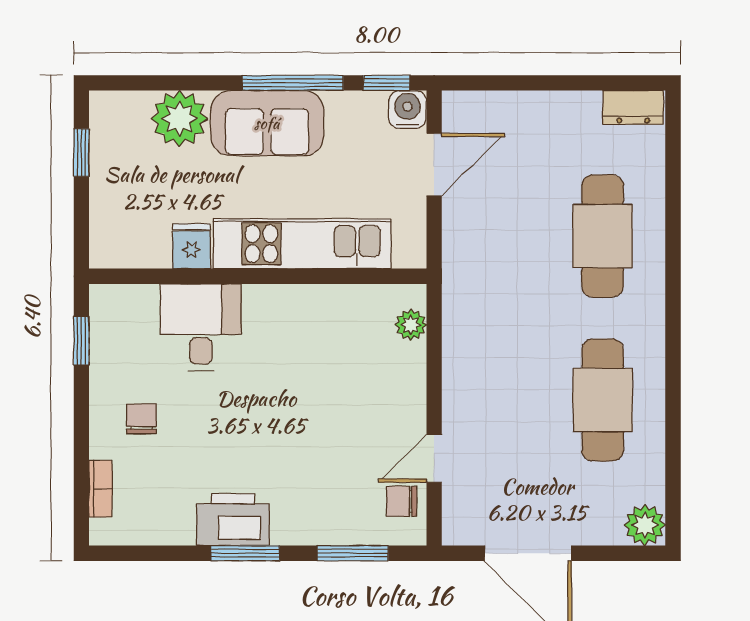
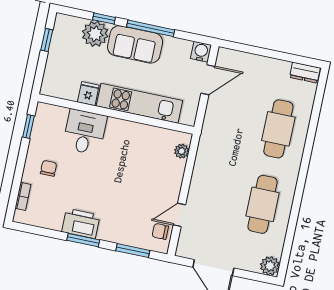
window: (387, 83) -> (104, 19), moved

